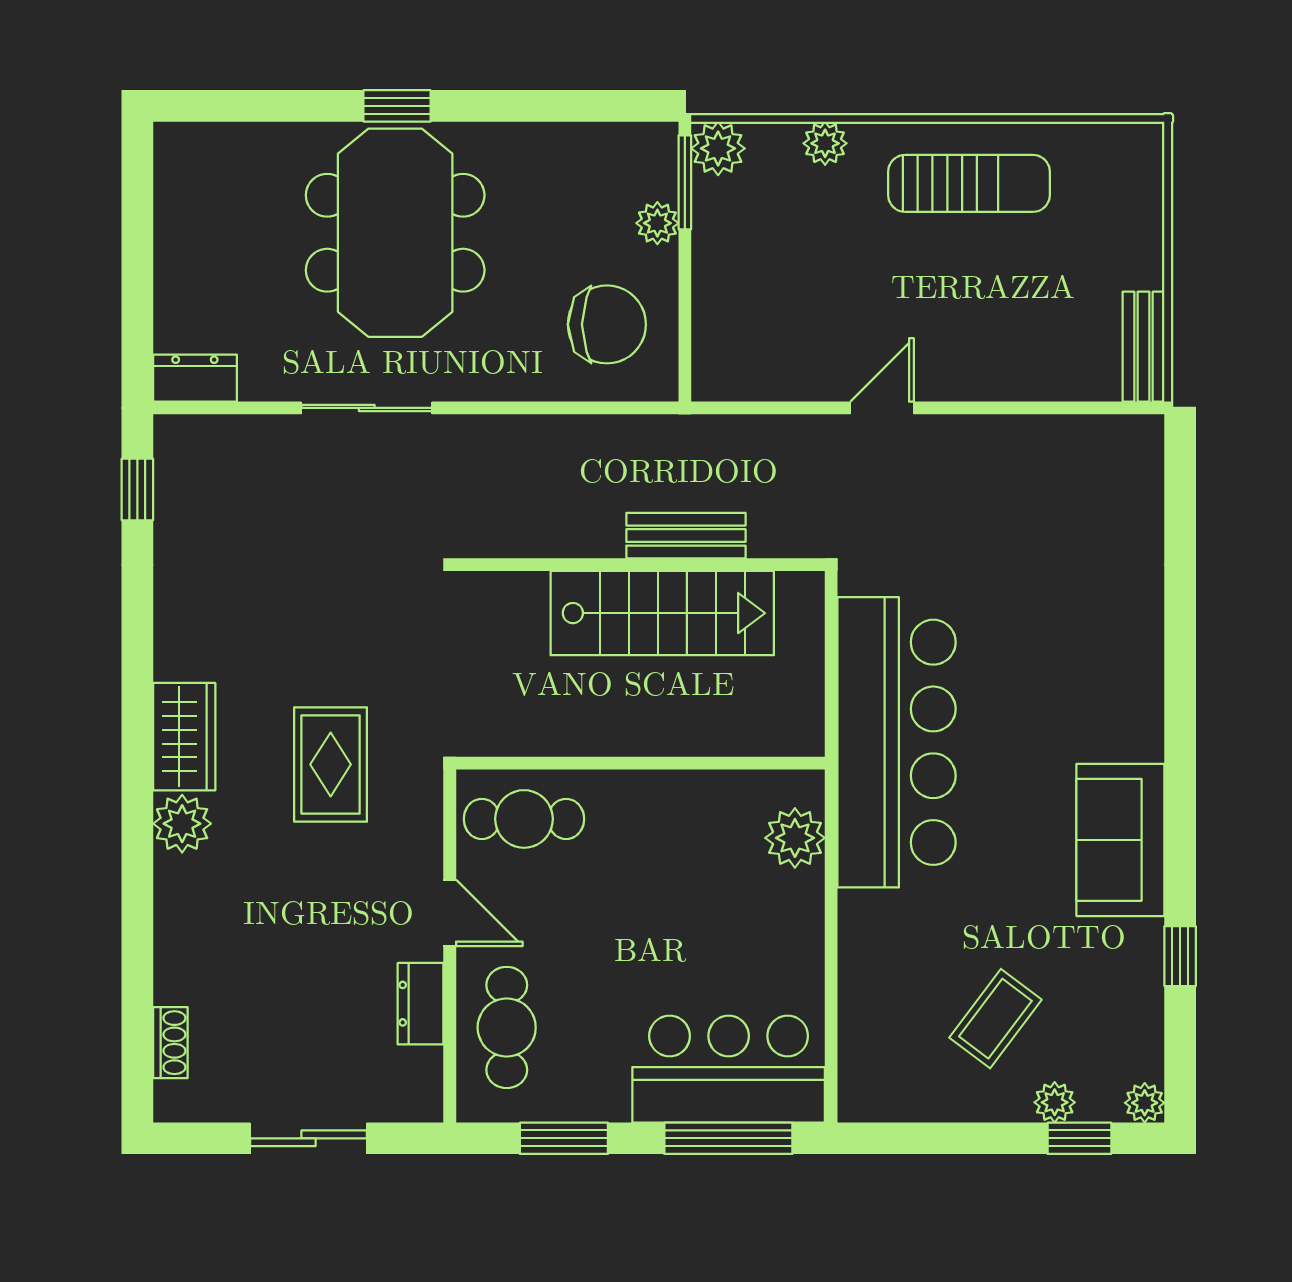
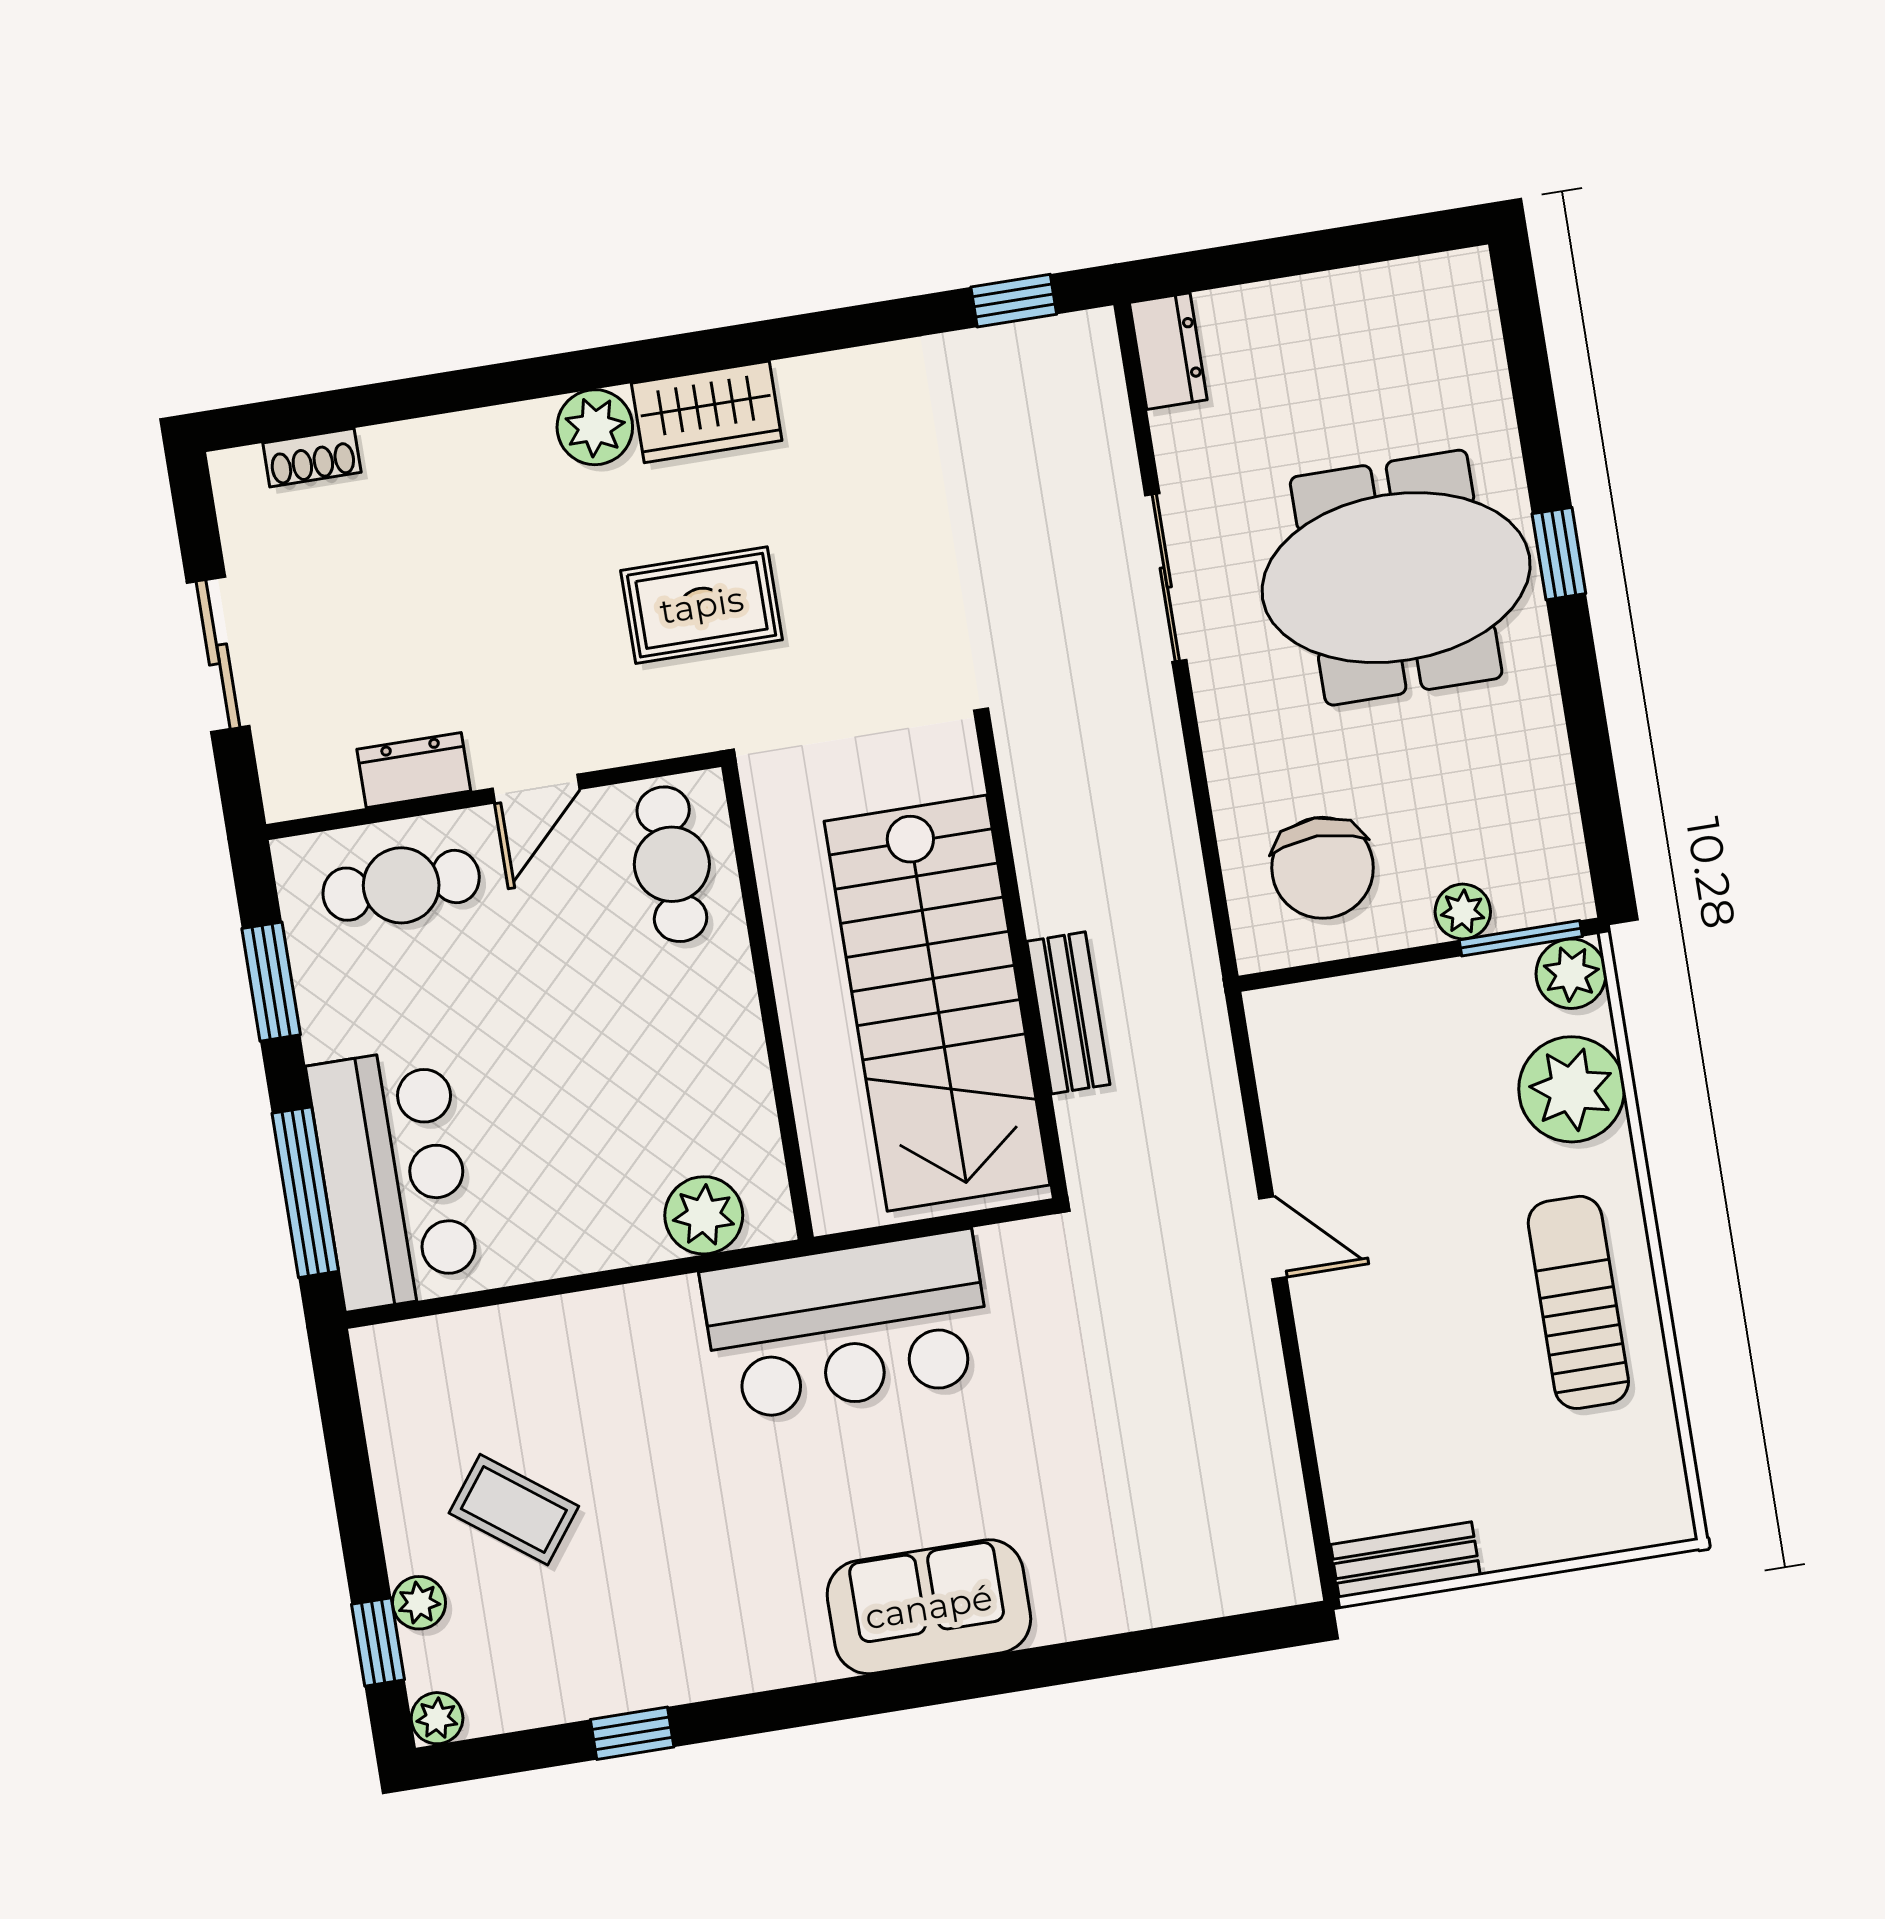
plant: (825, 143) -> (1572, 1089), width x1.87, depth x1.87
sun lounger: (969, 183) -> (1578, 1302), turned 180
stairs: (662, 613) -> (937, 1003), width x1.36, depth x1.51
bar counter: (897, 742) -> (847, 1326), width x0.73
sofa: (1120, 840) -> (929, 1607), moved

